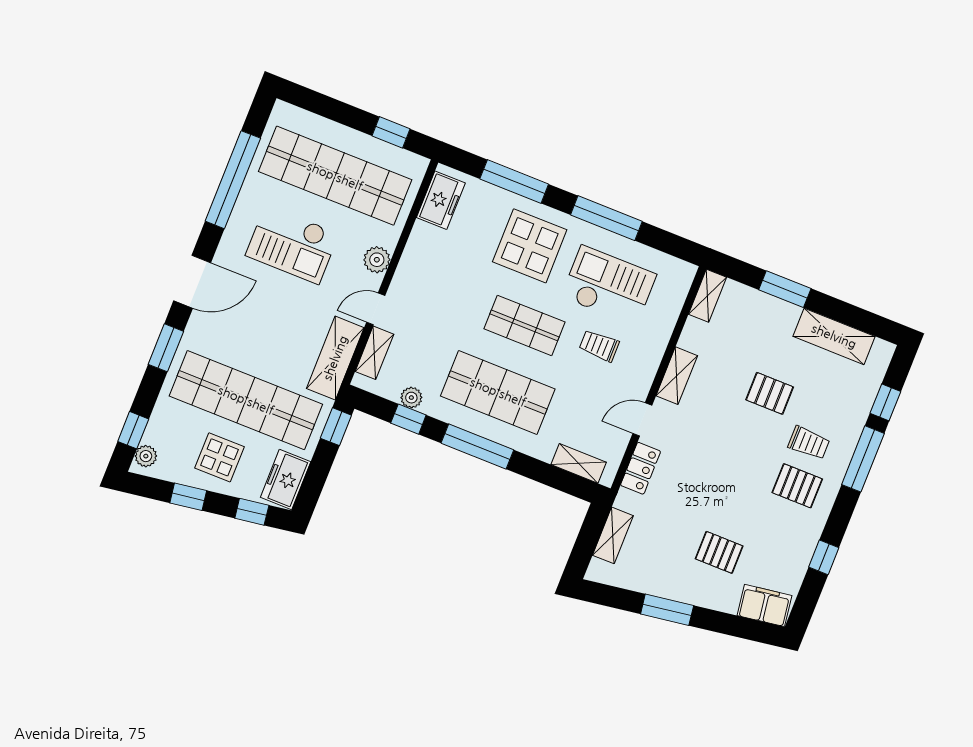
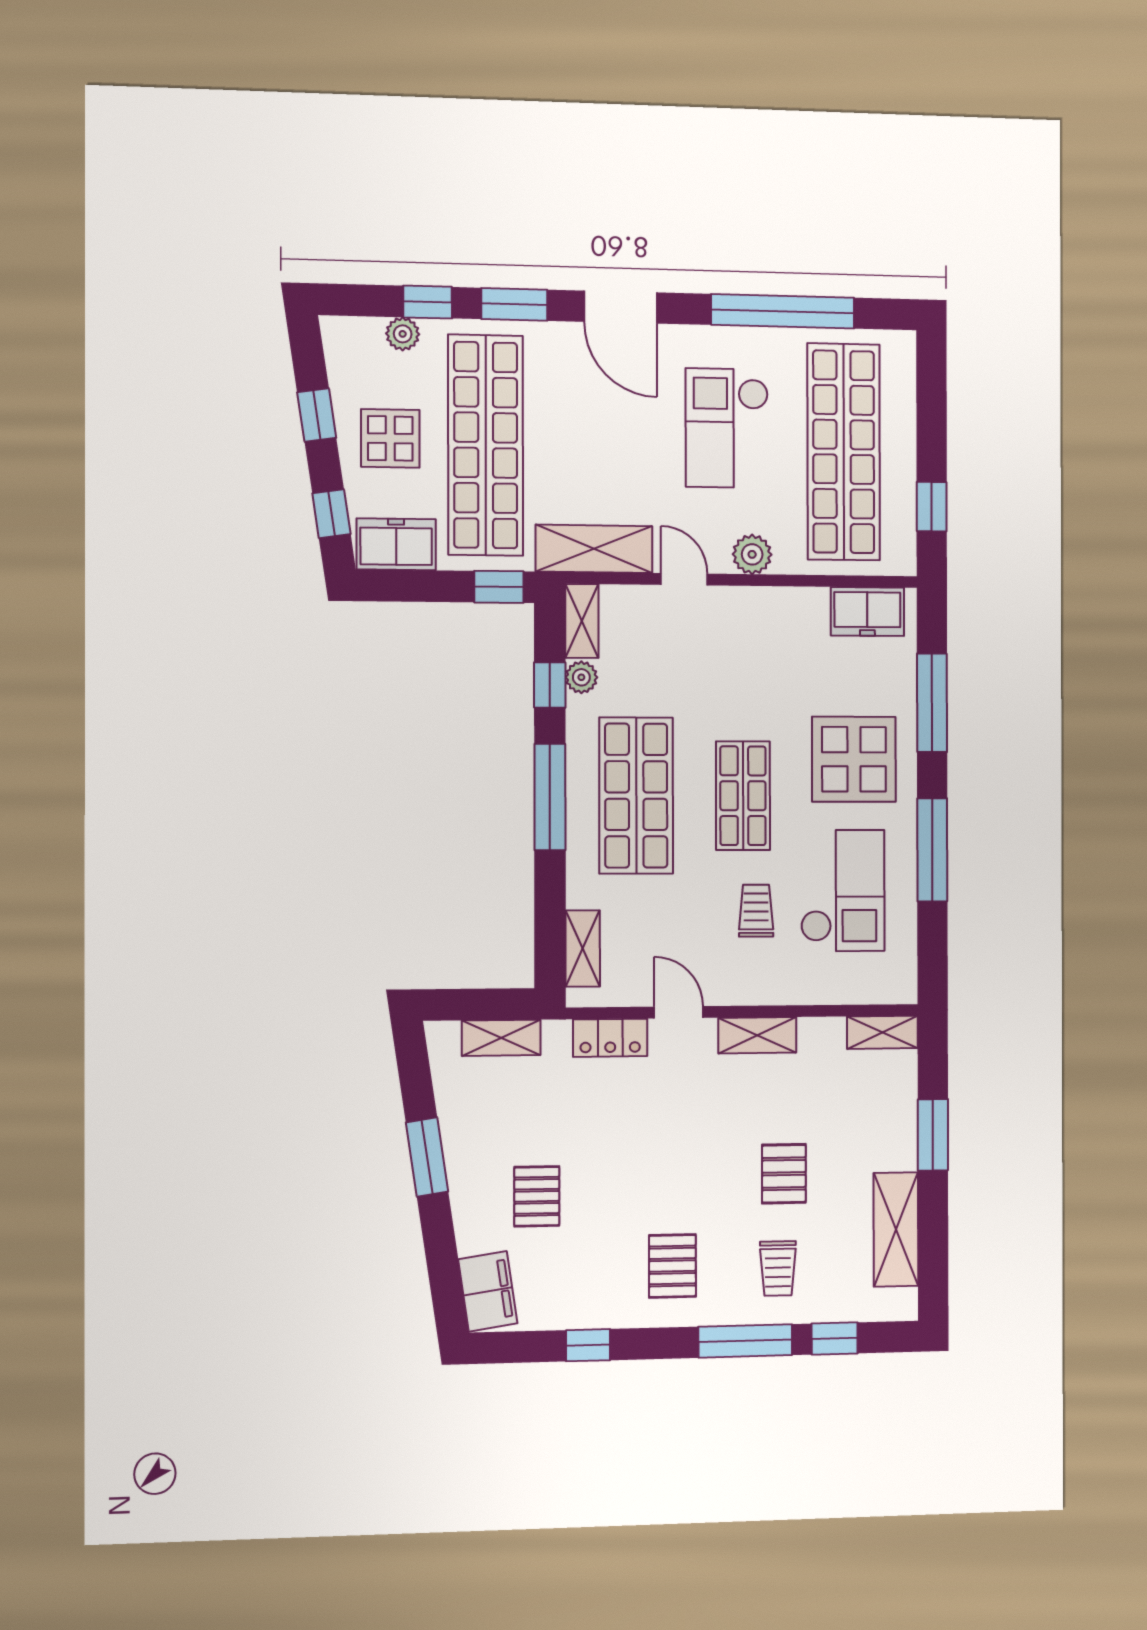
shelving: (374, 353) -> (582, 621), moved, turned 90
window: (133, 430) -> (428, 302), moved
trolley: (809, 443) -> (778, 1268), moved
plant: (146, 456) -> (403, 334), moved

